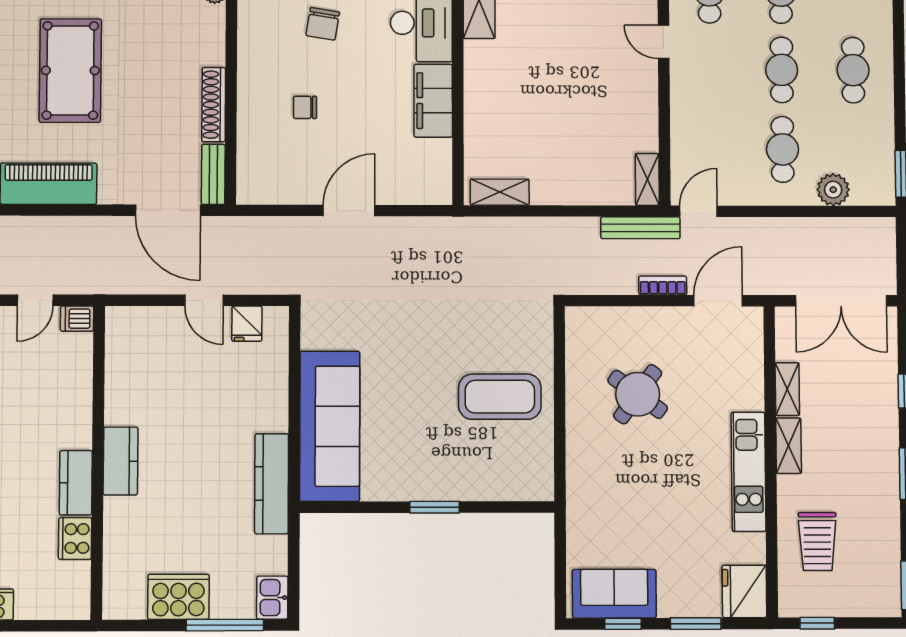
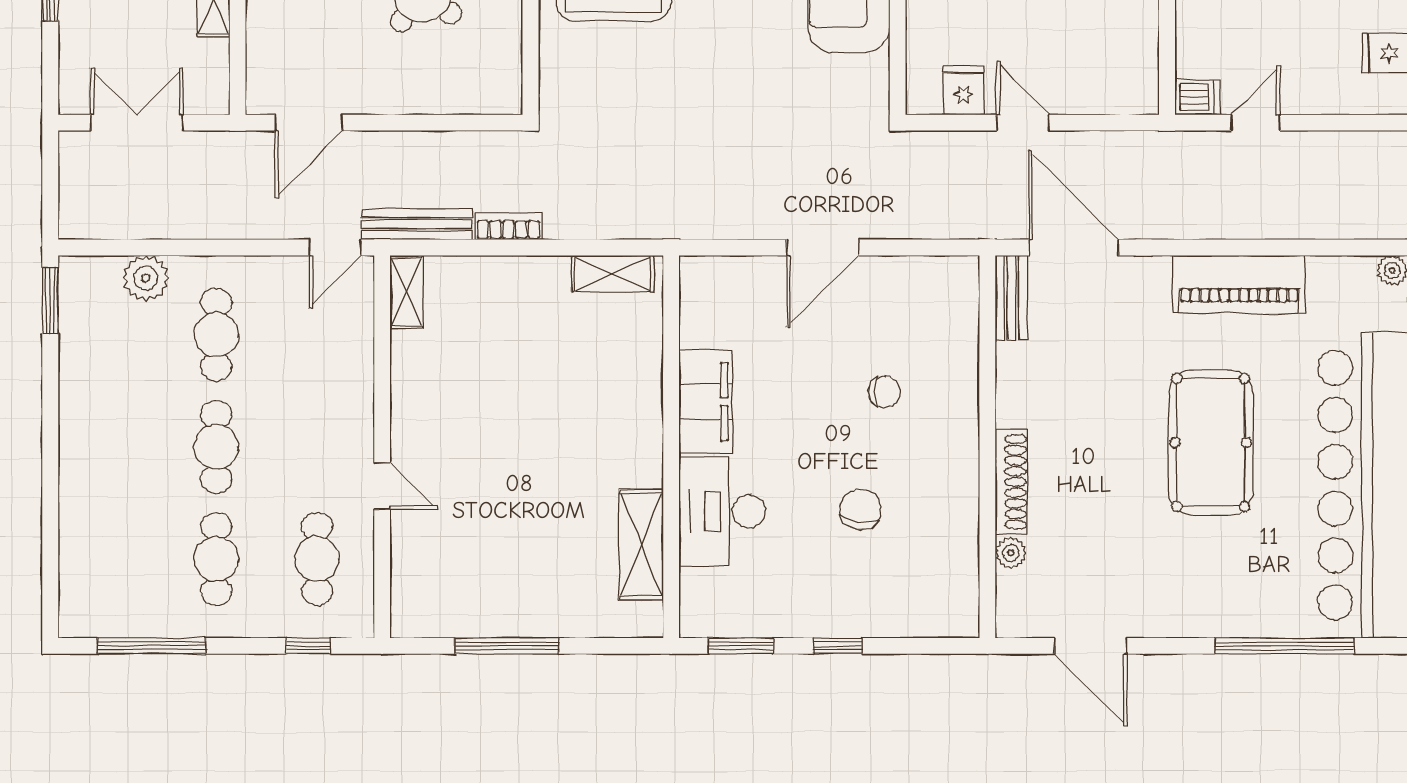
cafe table: (853, 70) -> (115, 447), removed
shoe rack: (214, 105) -> (1011, 482), moved
bookcase: (663, 285) -> (508, 226), moved, turned 180
double door: (841, 301) -> (137, 123), width x0.73

